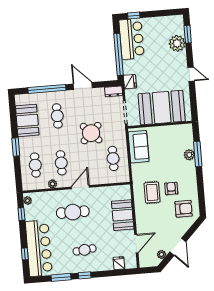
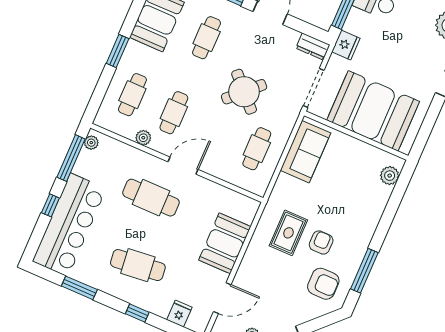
window: (198, 154) -> (364, 271), moved
plant: (189, 155) -> (390, 176), moved
window: (21, 214) -> (71, 158), width x2.17
cafe table: (85, 250) -> (138, 265), width x1.37, depth x1.35
window: (25, 254) -> (50, 205), moved
window: (85, 275) -> (137, 313), moved

